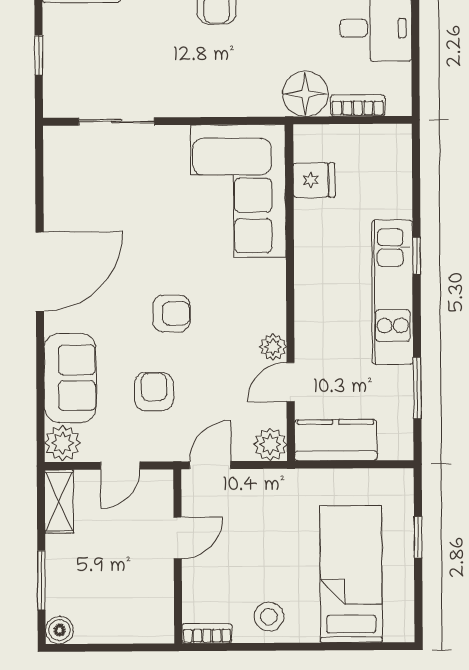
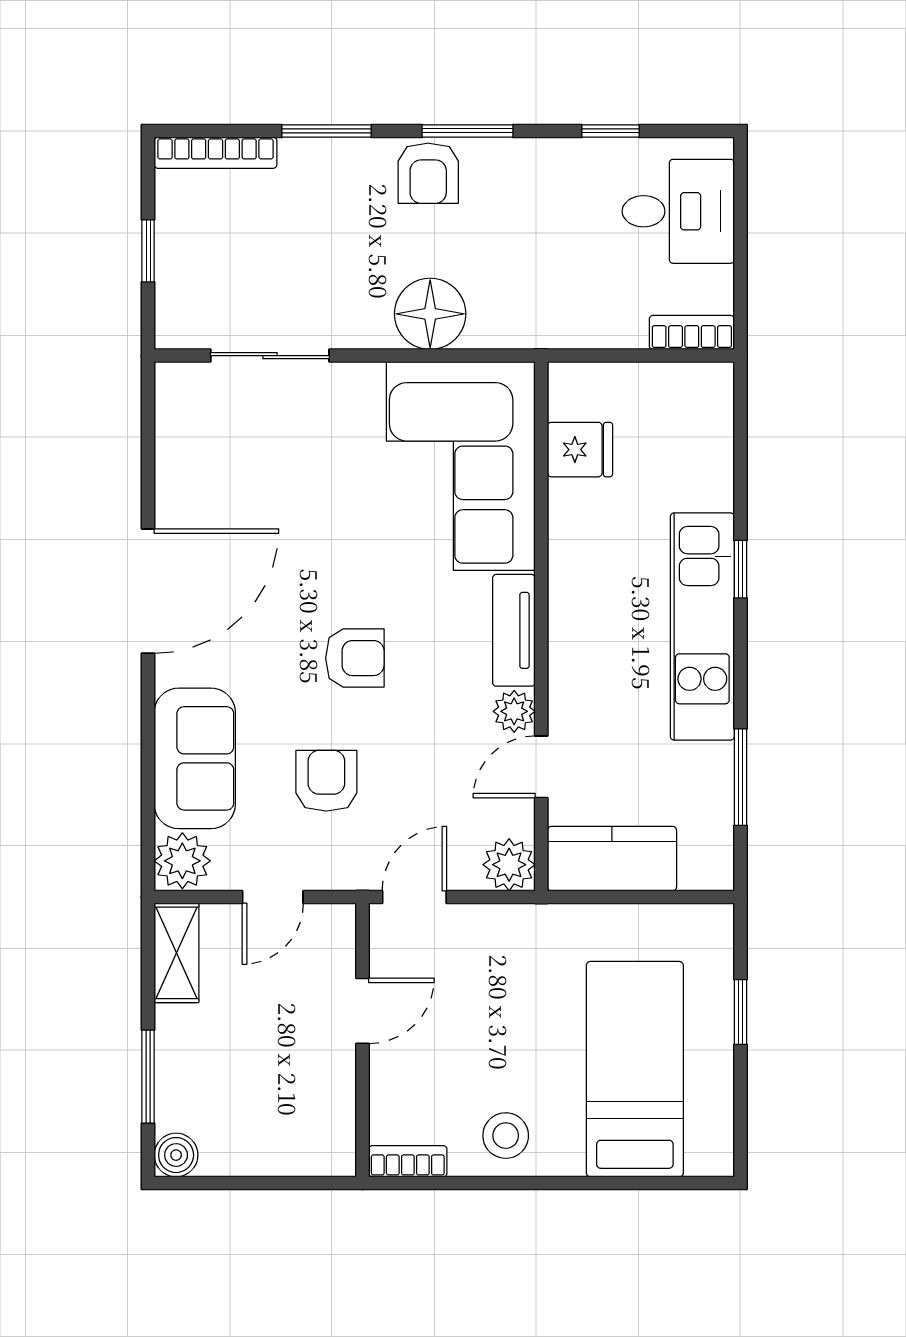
floor lamp: (305, 94) -> (430, 314), moved
bookcase: (358, 105) -> (692, 332), moved
tv unit: (273, 295) -> (514, 630), added

